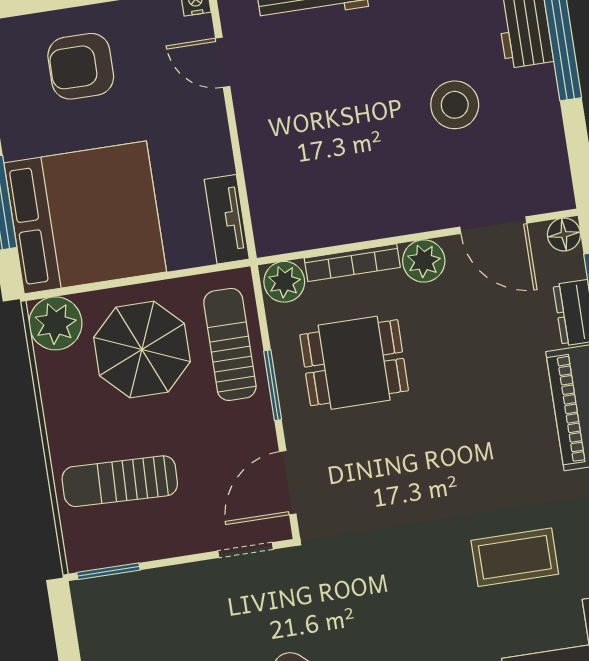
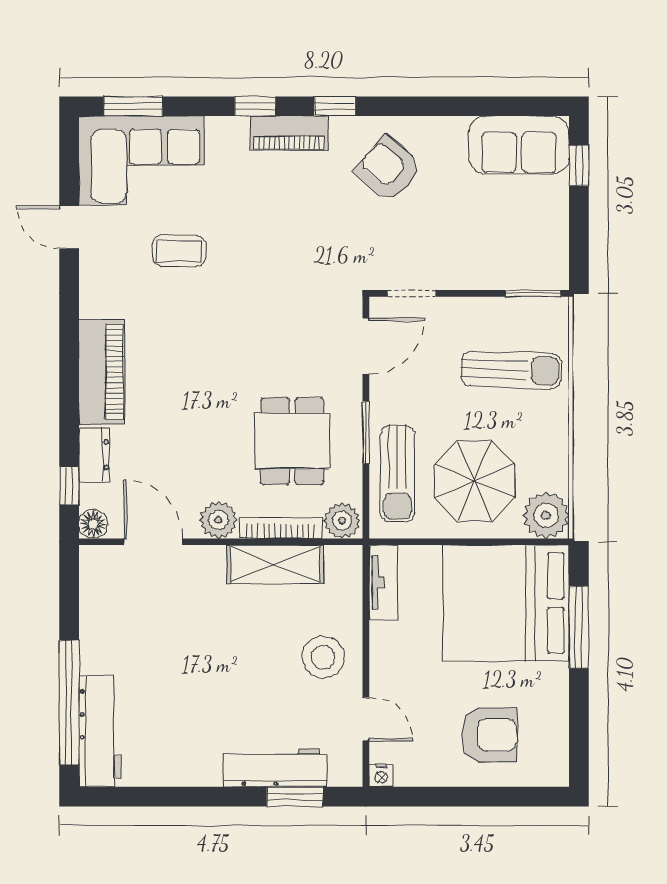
stool: (455, 105) -> (323, 657), moved
shelving: (352, 221) -> (275, 564), added
dining table: (354, 363) -> (292, 441), turned 90
coffee table: (515, 557) -> (179, 251), width x0.73, depth x0.77

